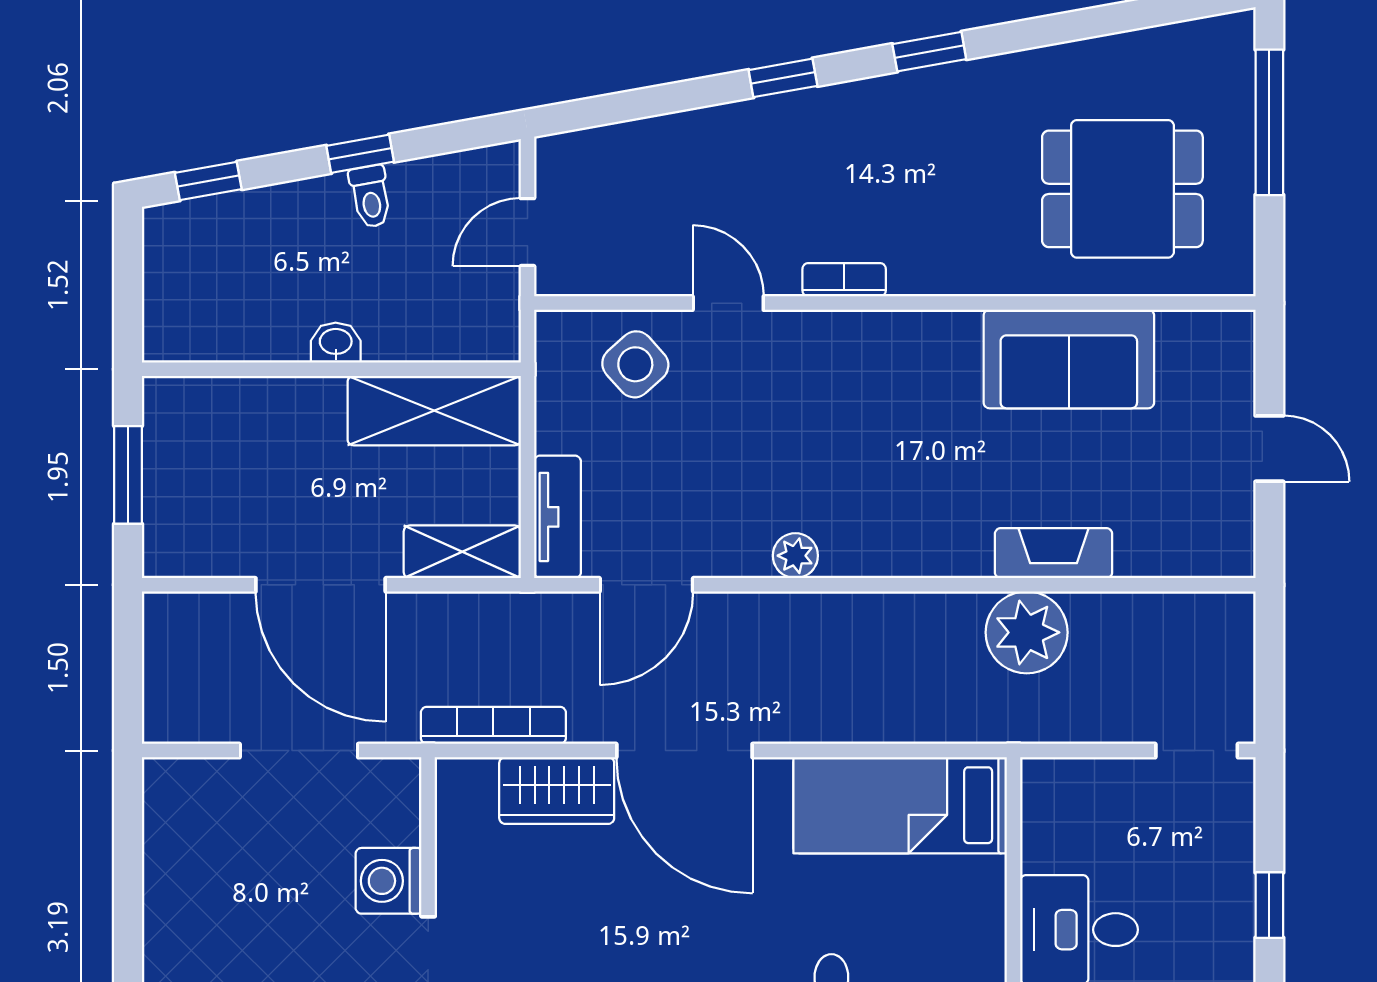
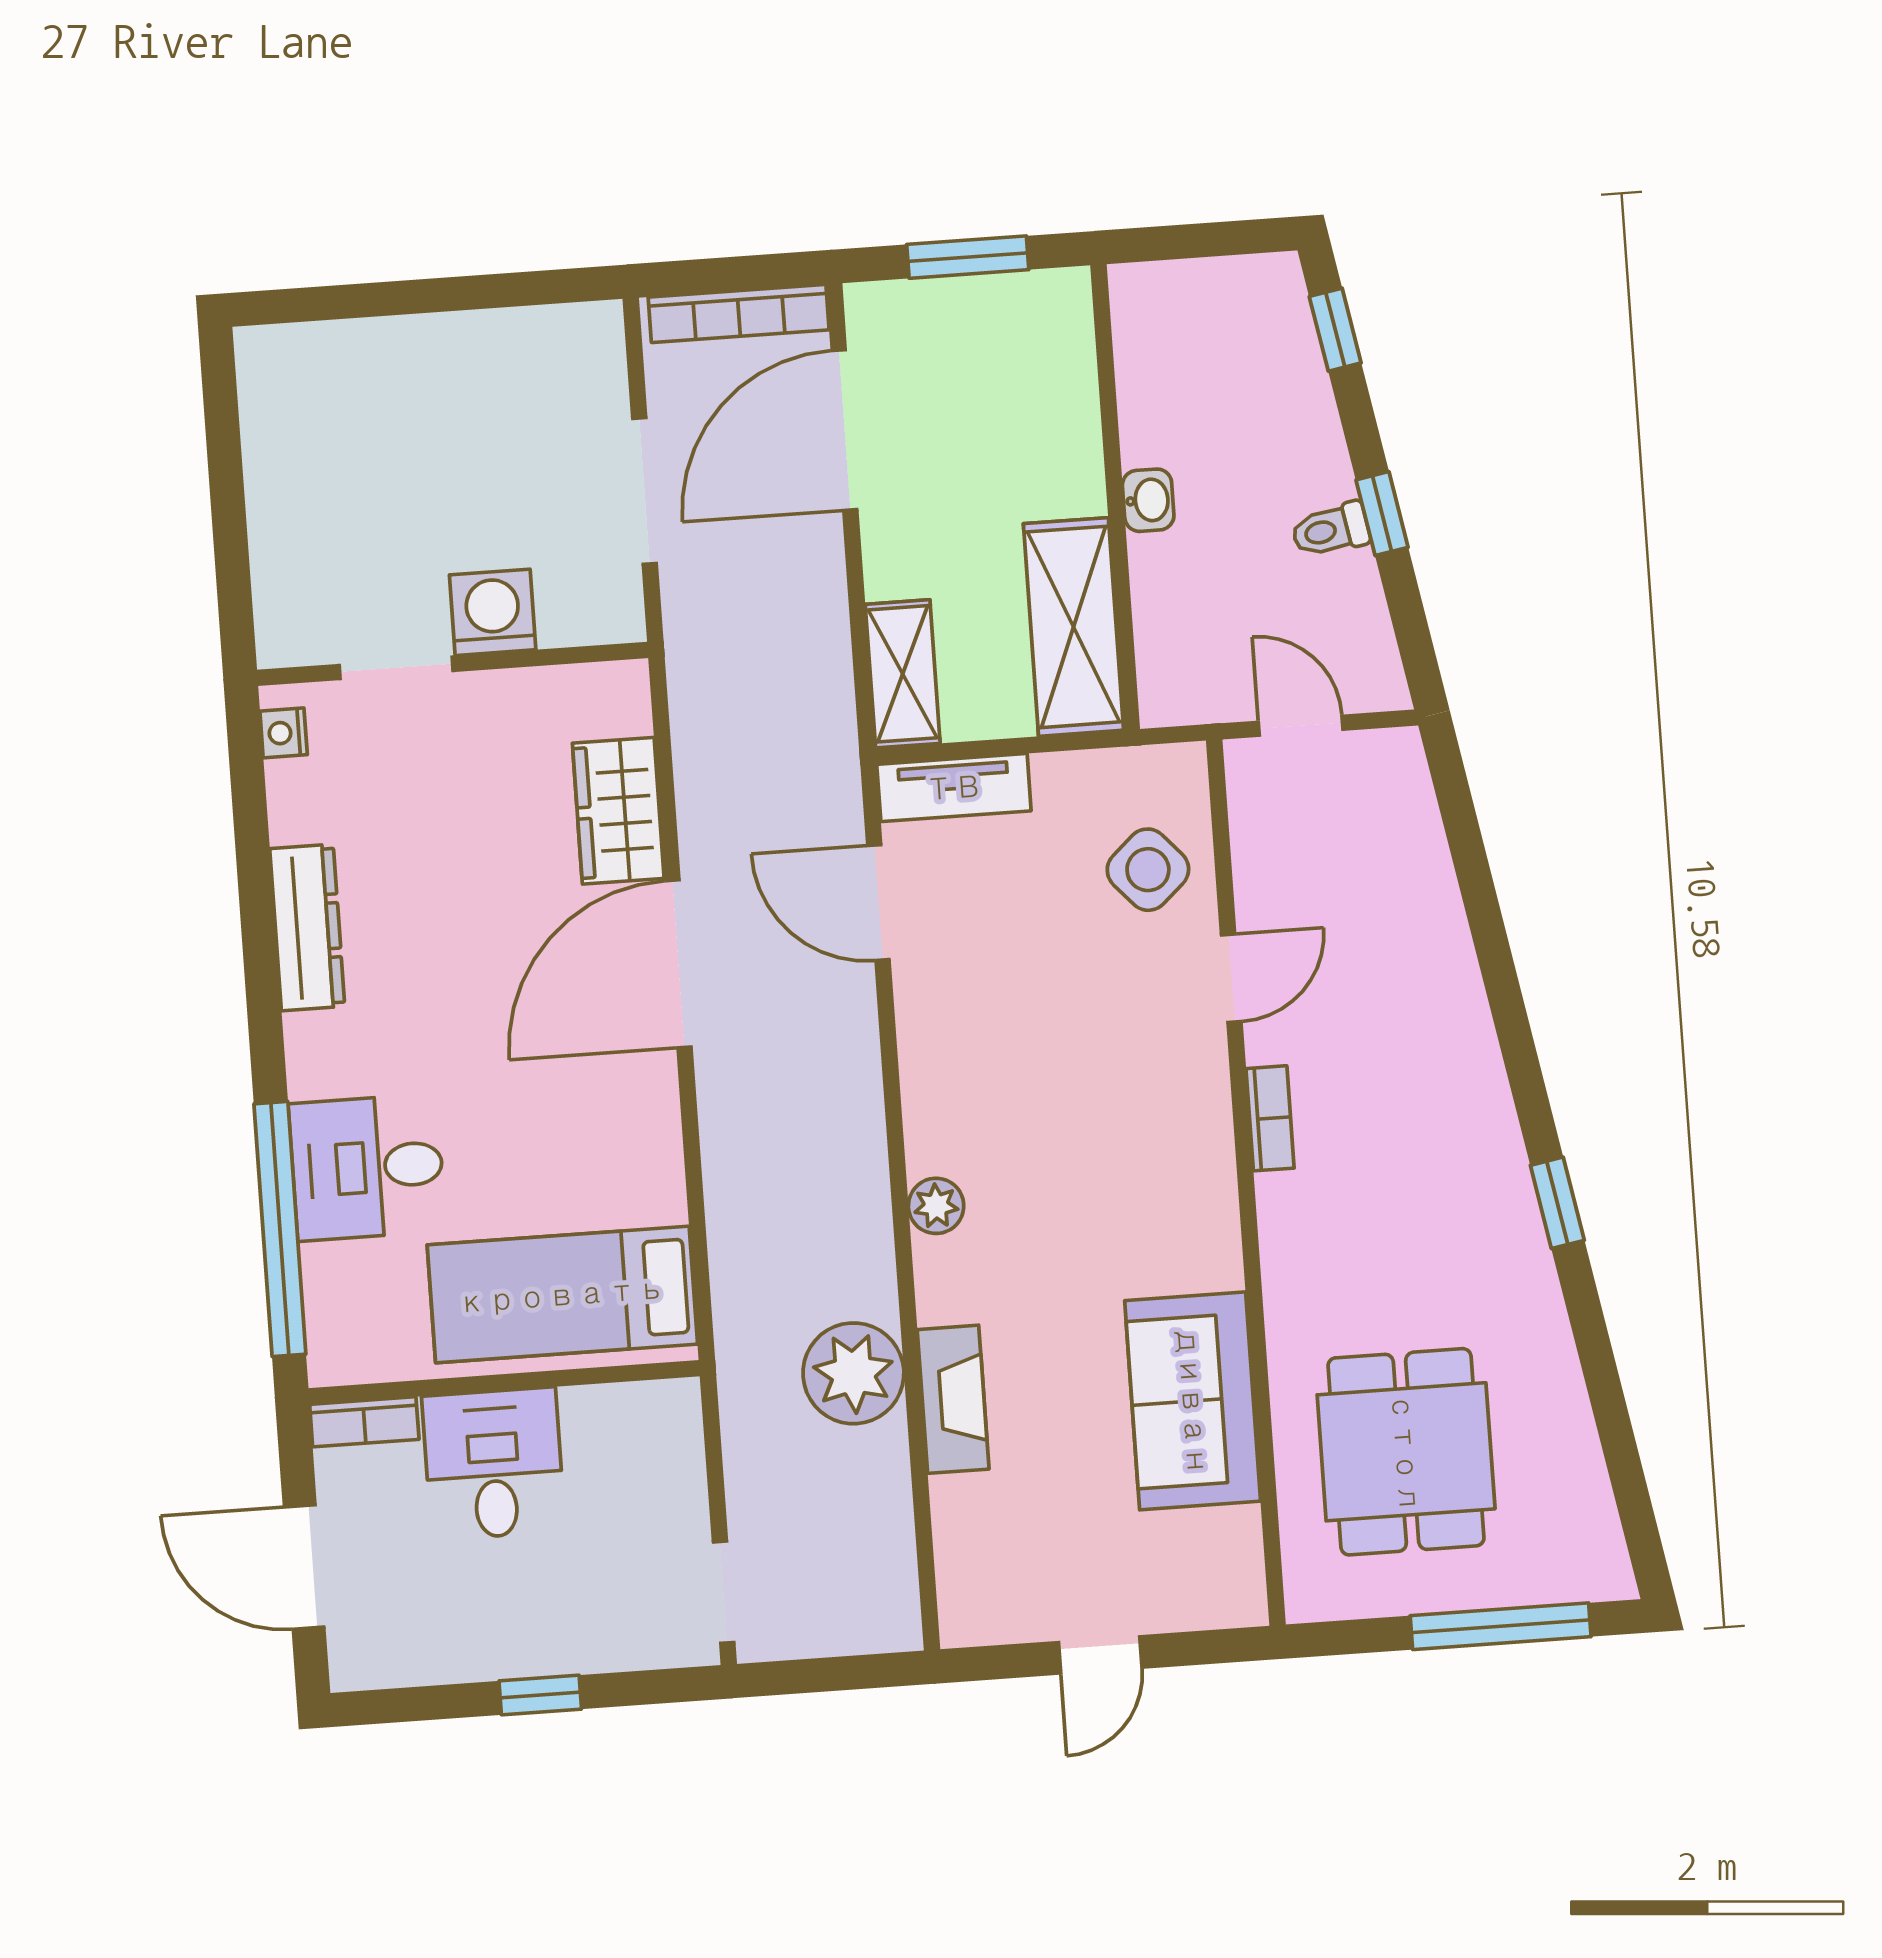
window: (783, 78) -> (1512, 1026), removed
plant: (795, 556) -> (936, 1206), moved
door: (321, 585) -> (845, 430), moved
bookcase: (493, 725) -> (739, 313), moved, turned 90
bed: (900, 805) -> (562, 1295), moved, turned -90

